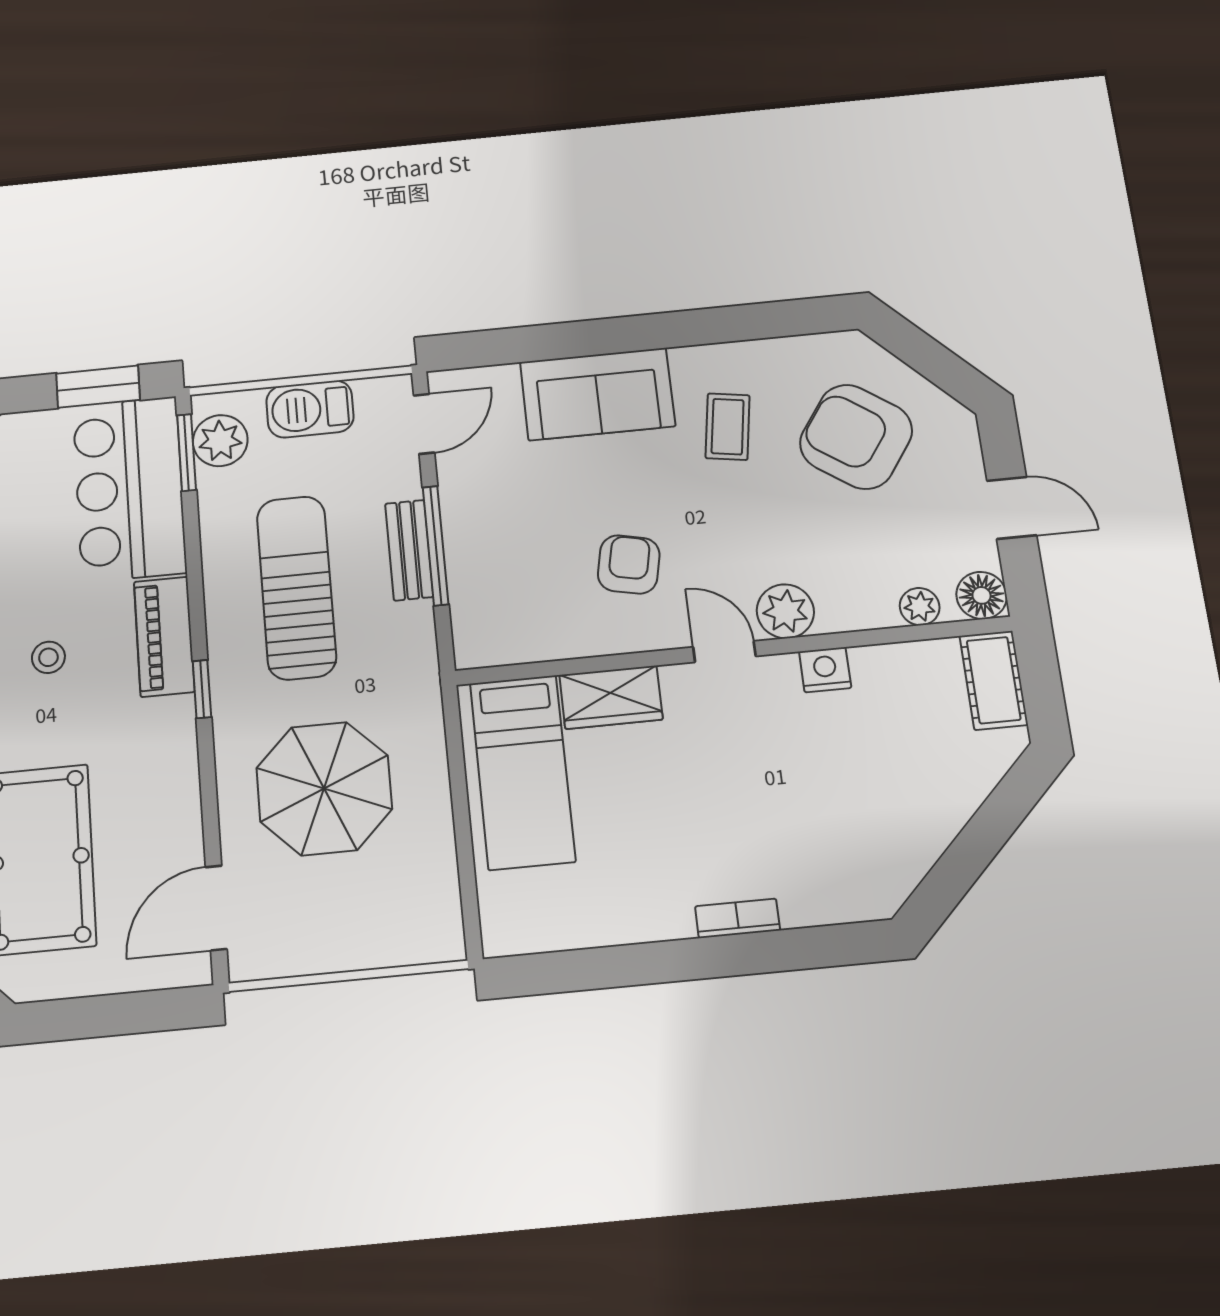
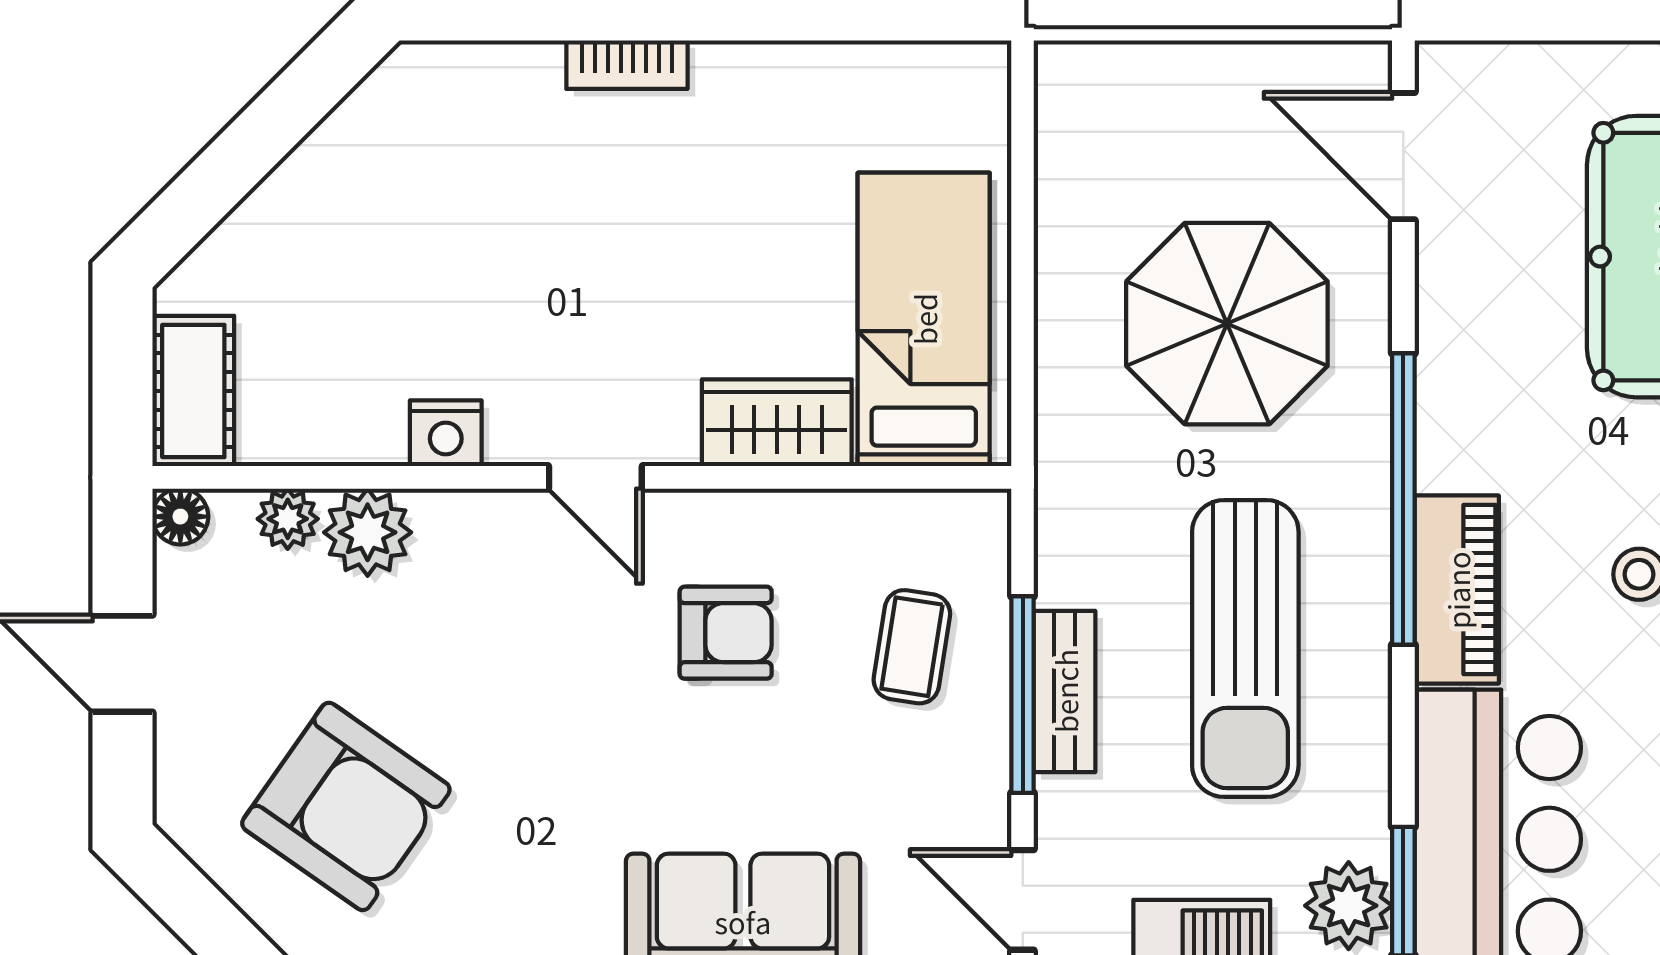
door: (424, 424) -> (1023, 900), hinge flipped
coffee table: (728, 427) -> (912, 647), moved
armchair: (629, 564) -> (726, 633), turned -102
floor lamp: (982, 595) -> (180, 517), width x0.73, depth x0.73
plant: (785, 611) -> (368, 532), moved
window: (202, 689) -> (1403, 499), width x3.17
door: (216, 908) -> (1403, 156), swing flipped

